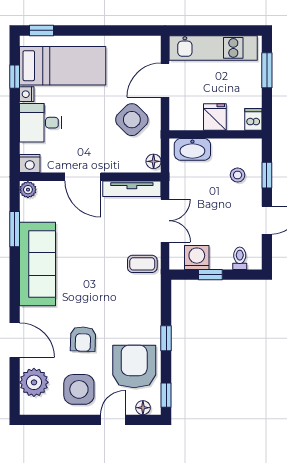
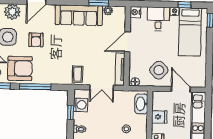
plant: (28, 190) -> (108, 11), moved
window: (166, 338) -> (35, 87), width x2.17
armchair: (83, 339) -> (36, 40), turned -92

